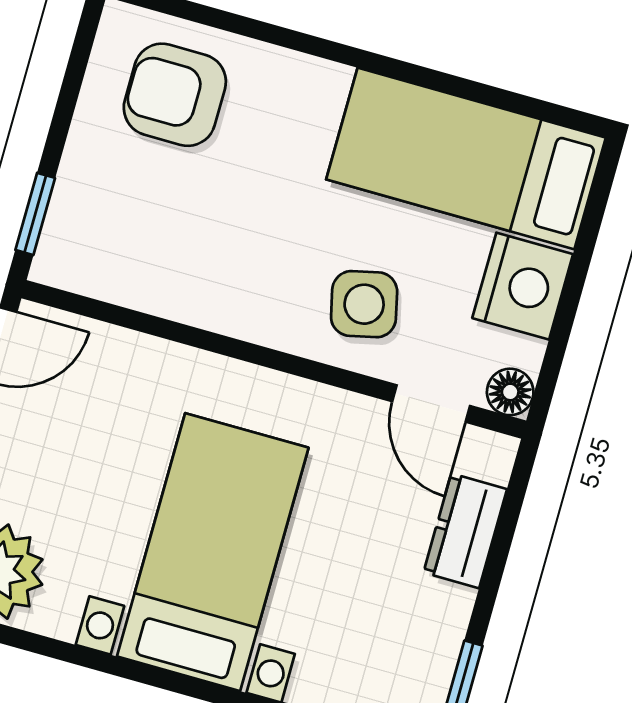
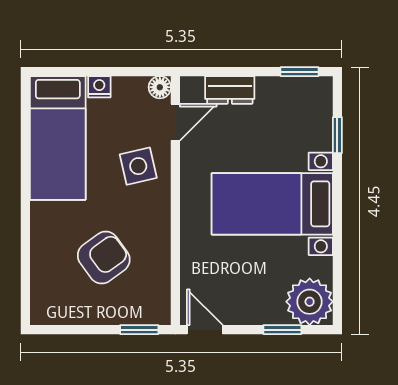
armchair: (175, 95) -> (104, 258), moved, turned -126
nightstand: (523, 286) -> (99, 87), width x0.53, depth x0.56

